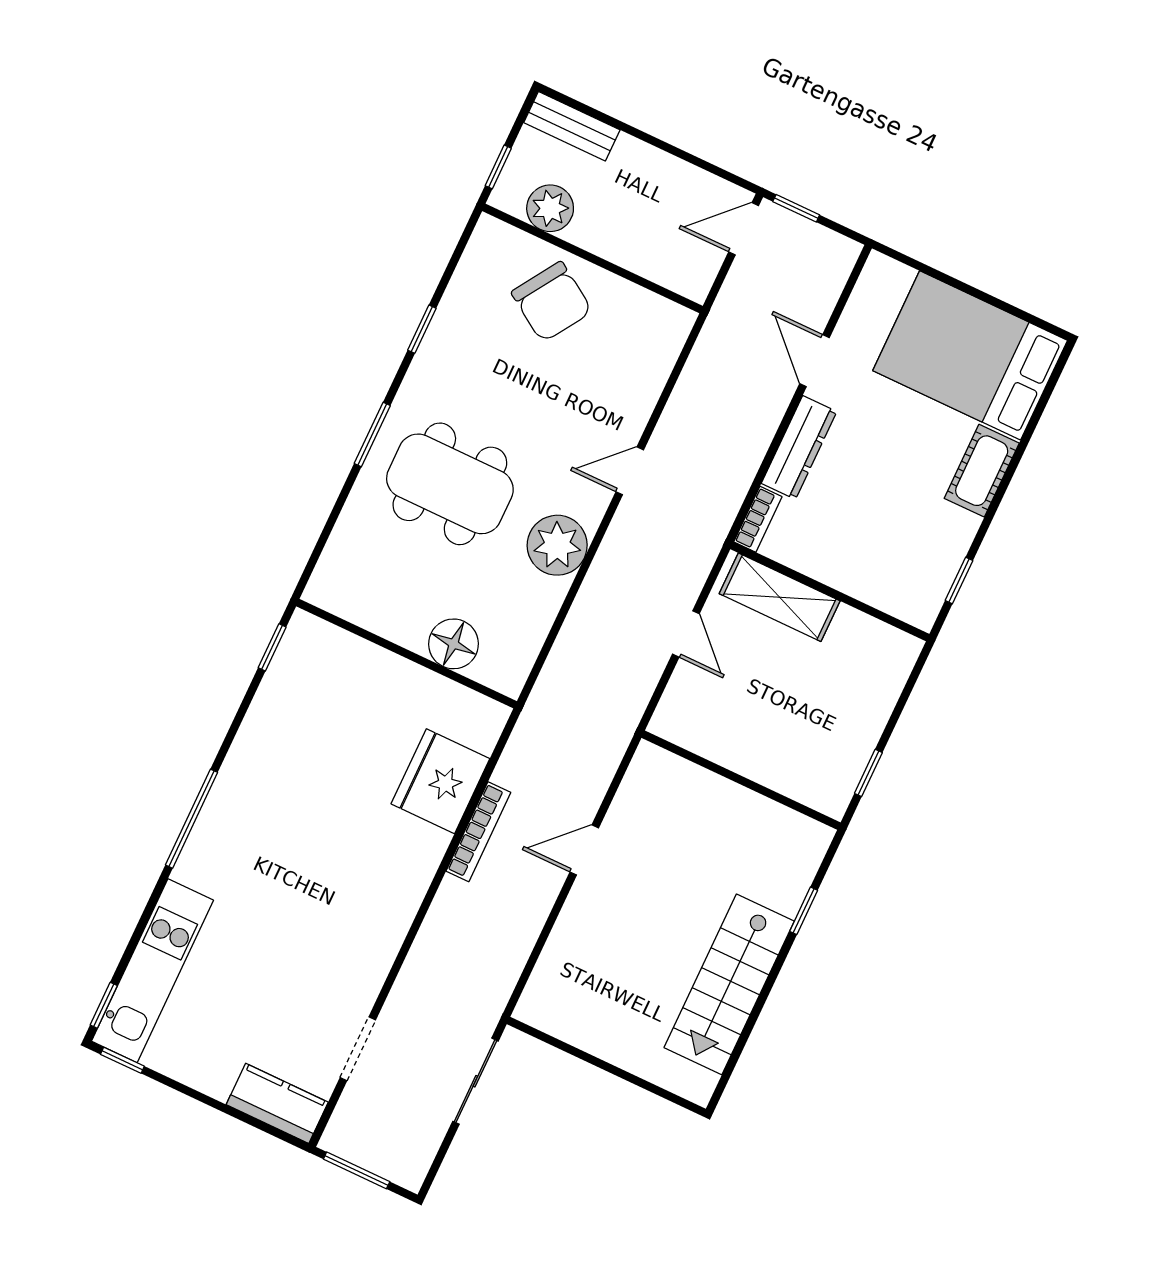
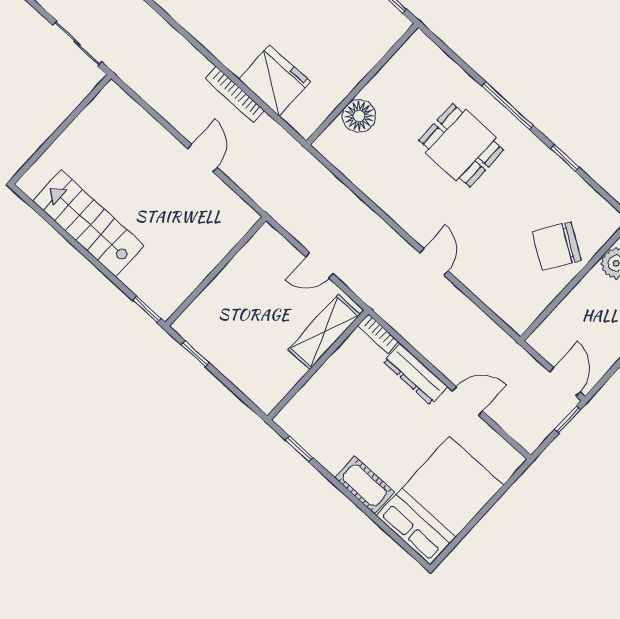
window: (372, 435) -> (508, 106), width x1.44
dining table: (450, 484) -> (461, 145), width x0.73
plant: (557, 545) -> (401, 201), removed
window: (804, 911) -> (147, 309), moved

